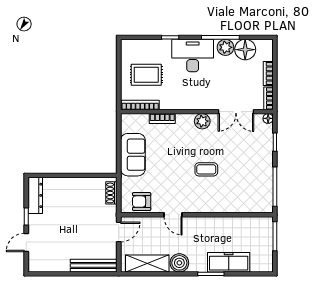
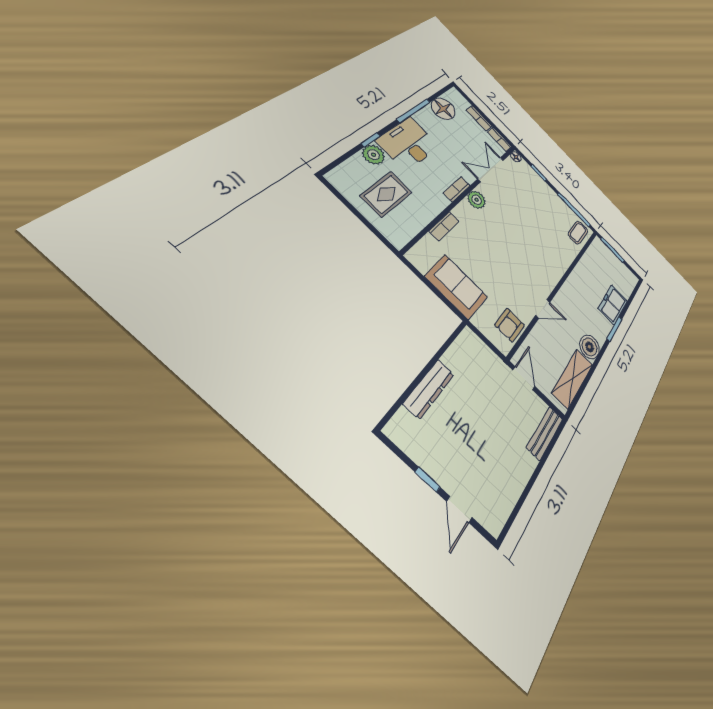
plant: (225, 47) -> (374, 155), moved
bookcase: (140, 105) -> (457, 189), moved, width x0.64
double door: (236, 112) -> (491, 169), swing flipped
coffee table: (206, 169) -> (578, 233), moved
shoe rack: (111, 193) -> (478, 347), removed
dresser: (35, 195) -> (429, 389), moved, turned 90
freezer: (229, 262) -> (613, 305), width x0.71
bench: (94, 266) -> (545, 433), width x0.73

